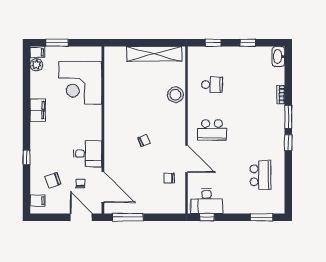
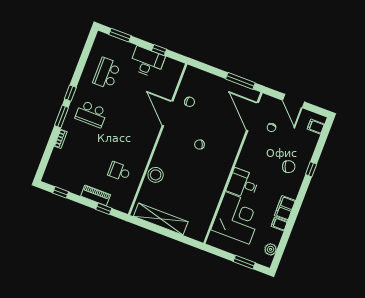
window: (248, 43) -> (61, 192), moved
filing cabinet: (37, 52) -> (279, 224), moved
piano: (226, 53) -> (96, 195), added
washbasin: (278, 57) -> (50, 174), removed
school desk: (212, 130) -> (91, 114), moved, turned 180
desk: (88, 154) -> (243, 184), moved
chair: (53, 180) -> (289, 167), moved
desk: (207, 201) -> (147, 62), moved
door: (81, 217) -> (293, 101), moved
window: (207, 217) -> (159, 50), moved

